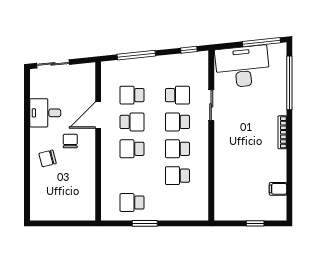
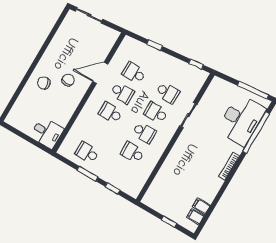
window: (136, 55) -> (155, 45), width x0.46
desk: (242, 67) -> (241, 120), moved, turned 96
desk: (45, 113) -> (47, 133), moved, turned 180
school desk: (177, 149) -> (144, 133), turned 180
filing cabinet: (278, 203) -> (195, 217), added
window: (179, 223) -> (113, 188), added

